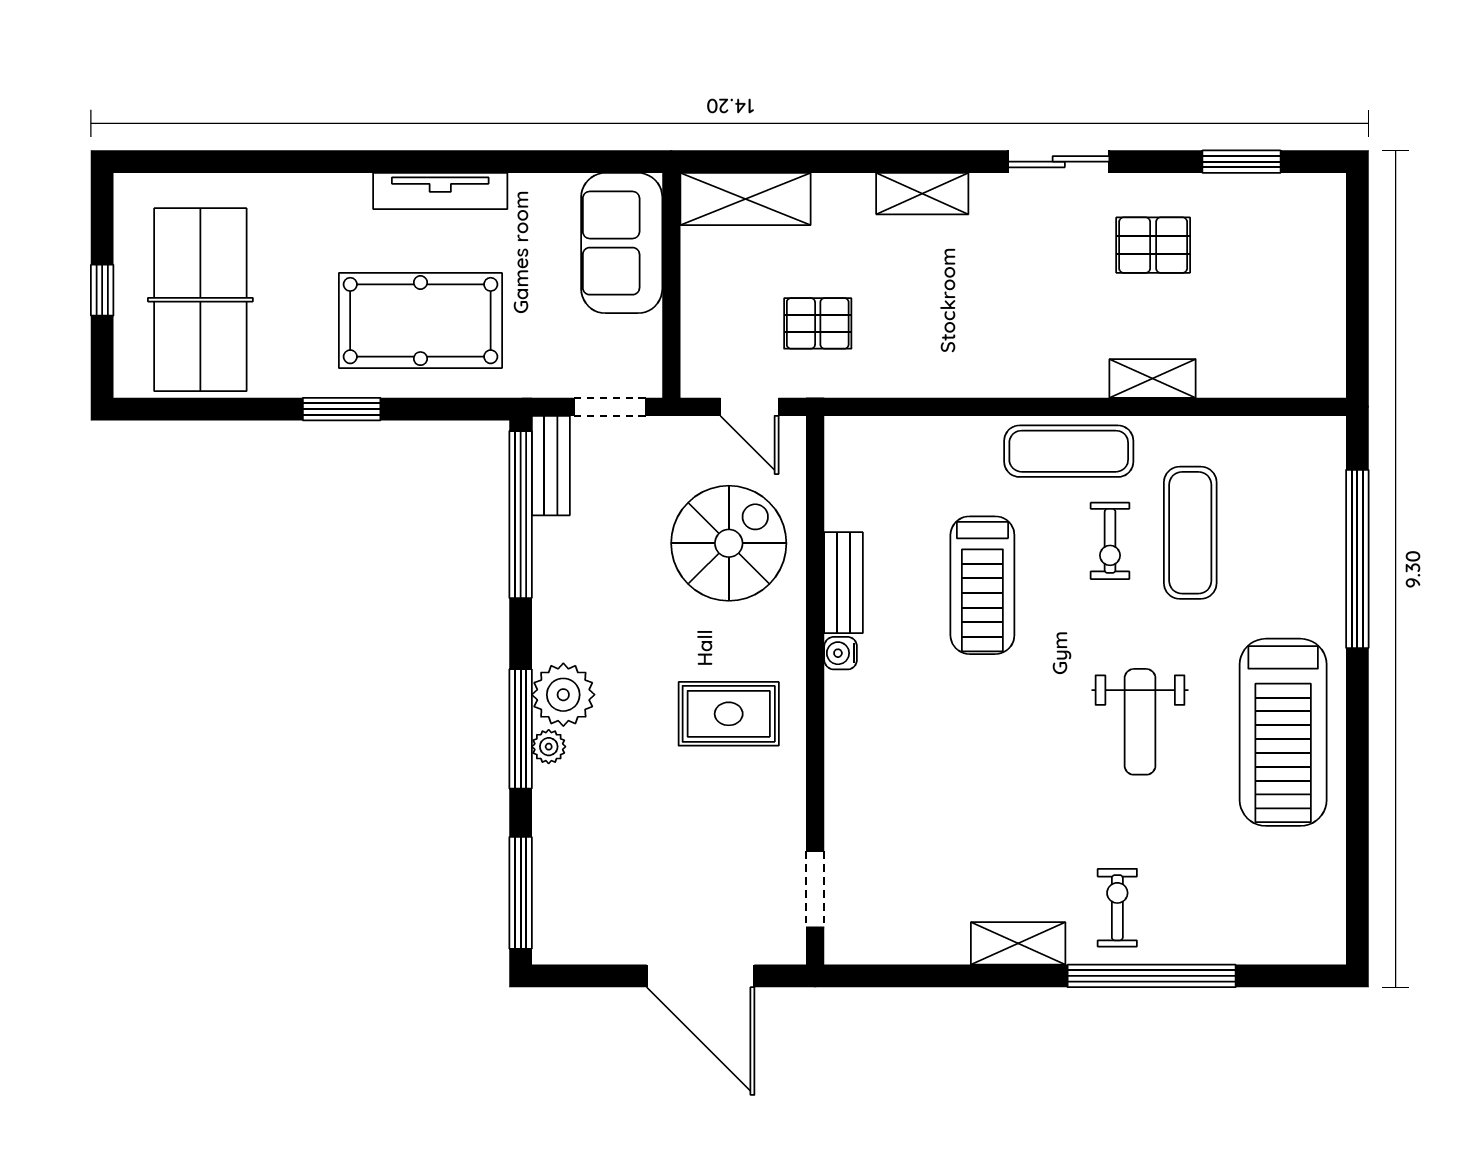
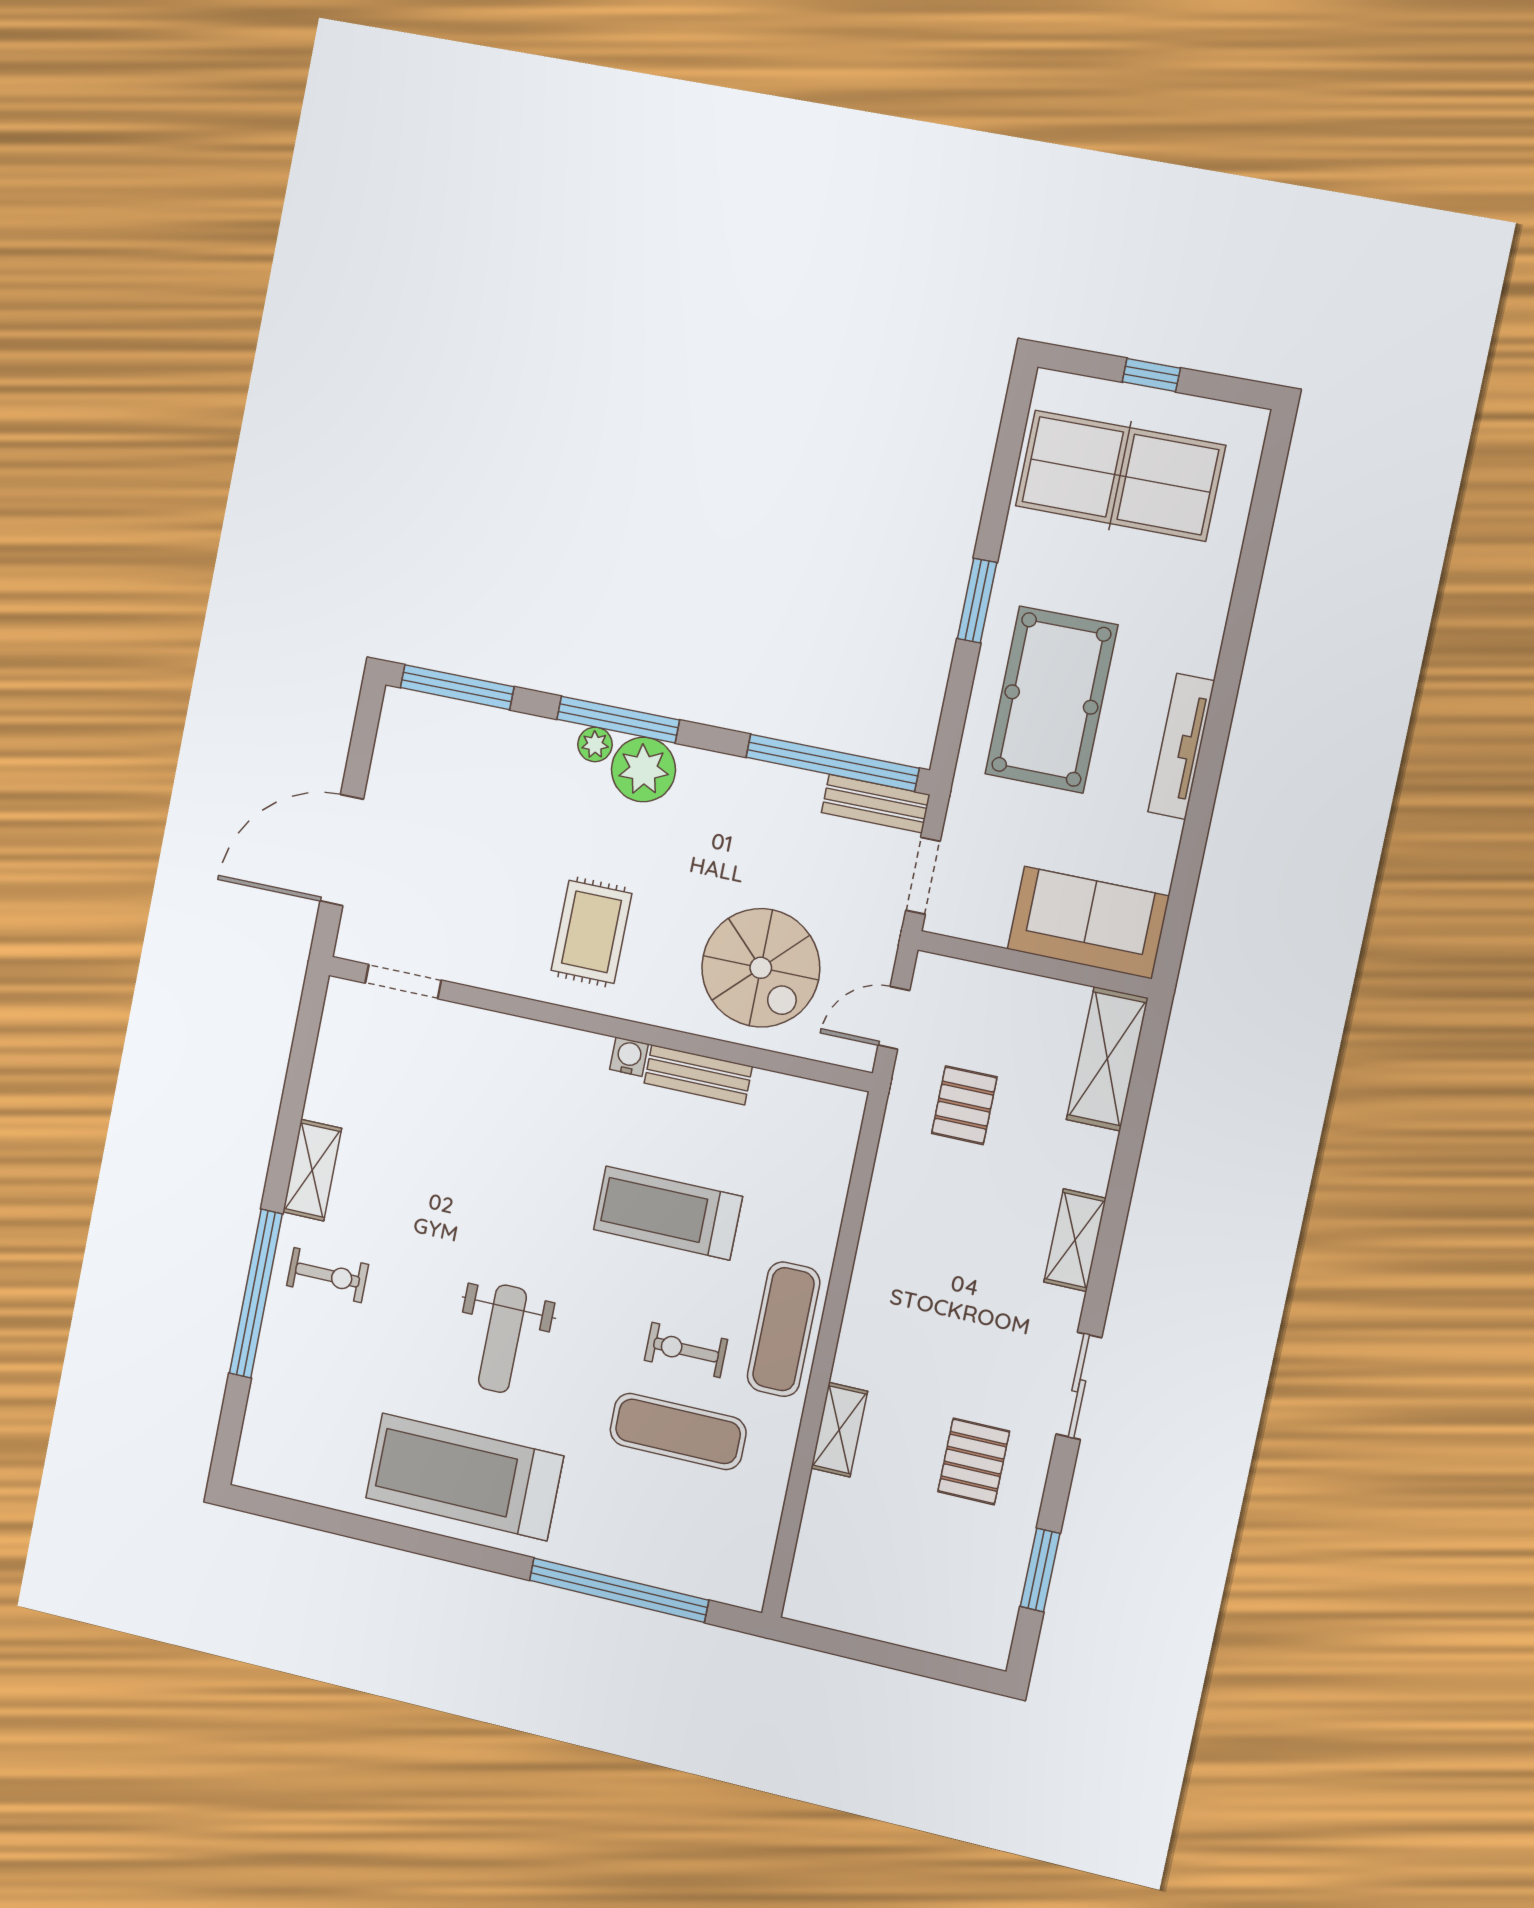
weight bench: (1140, 722) -> (502, 1339), turned -90

